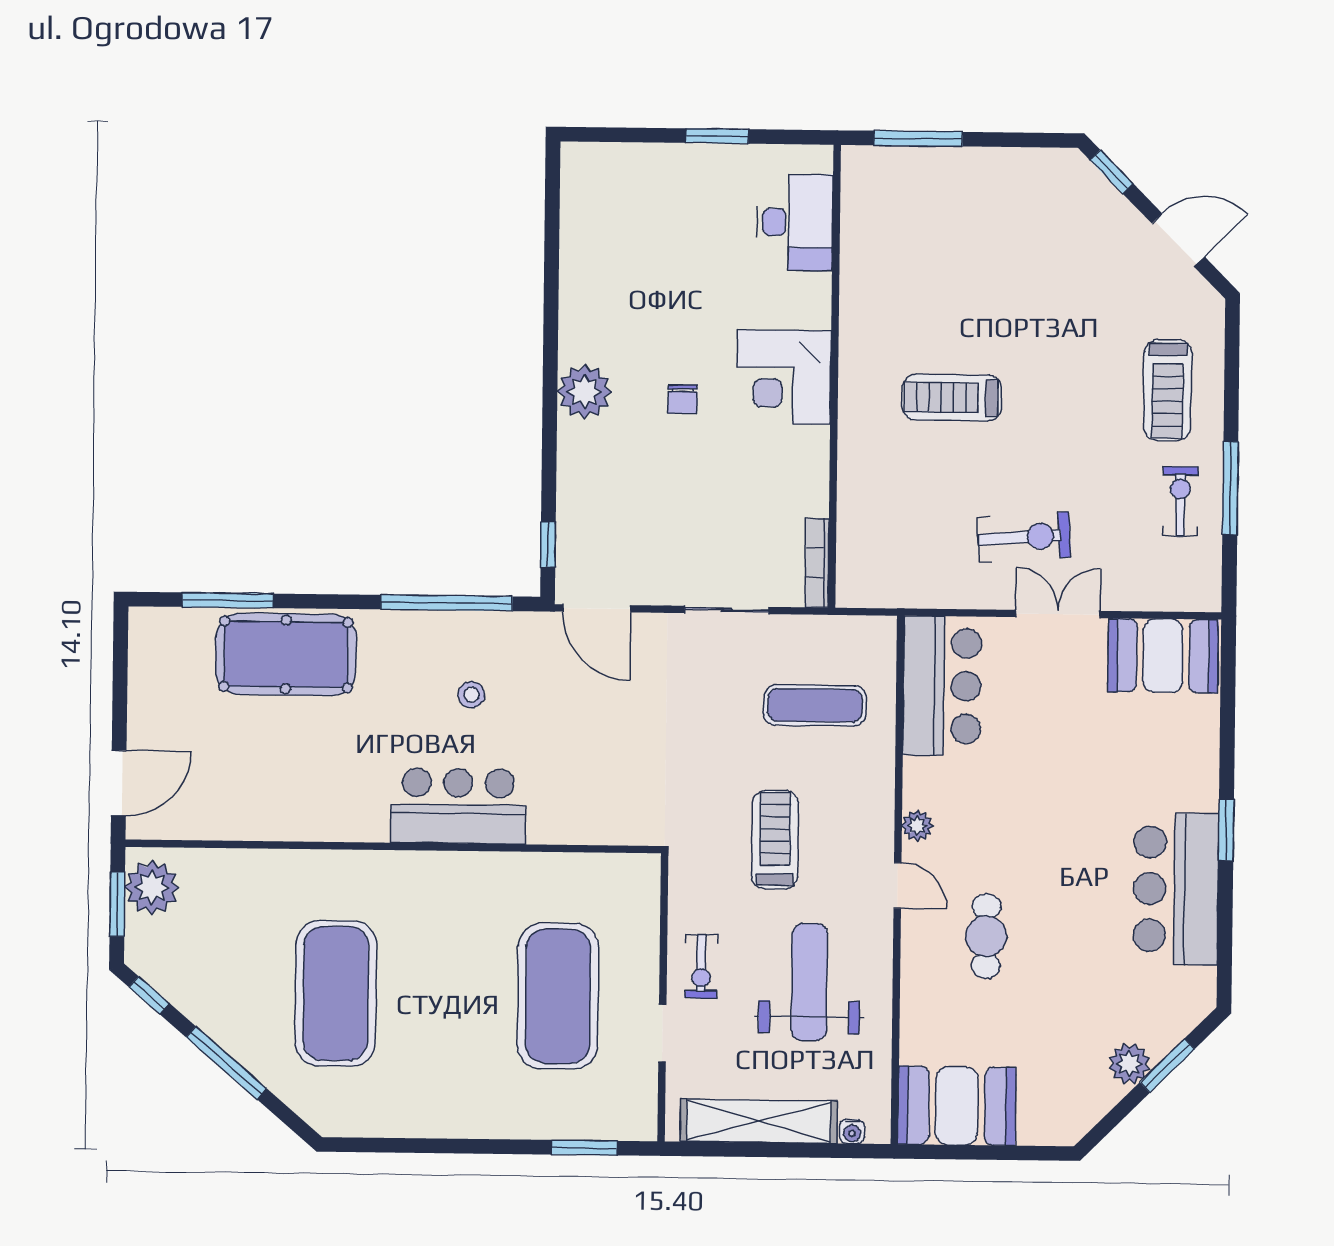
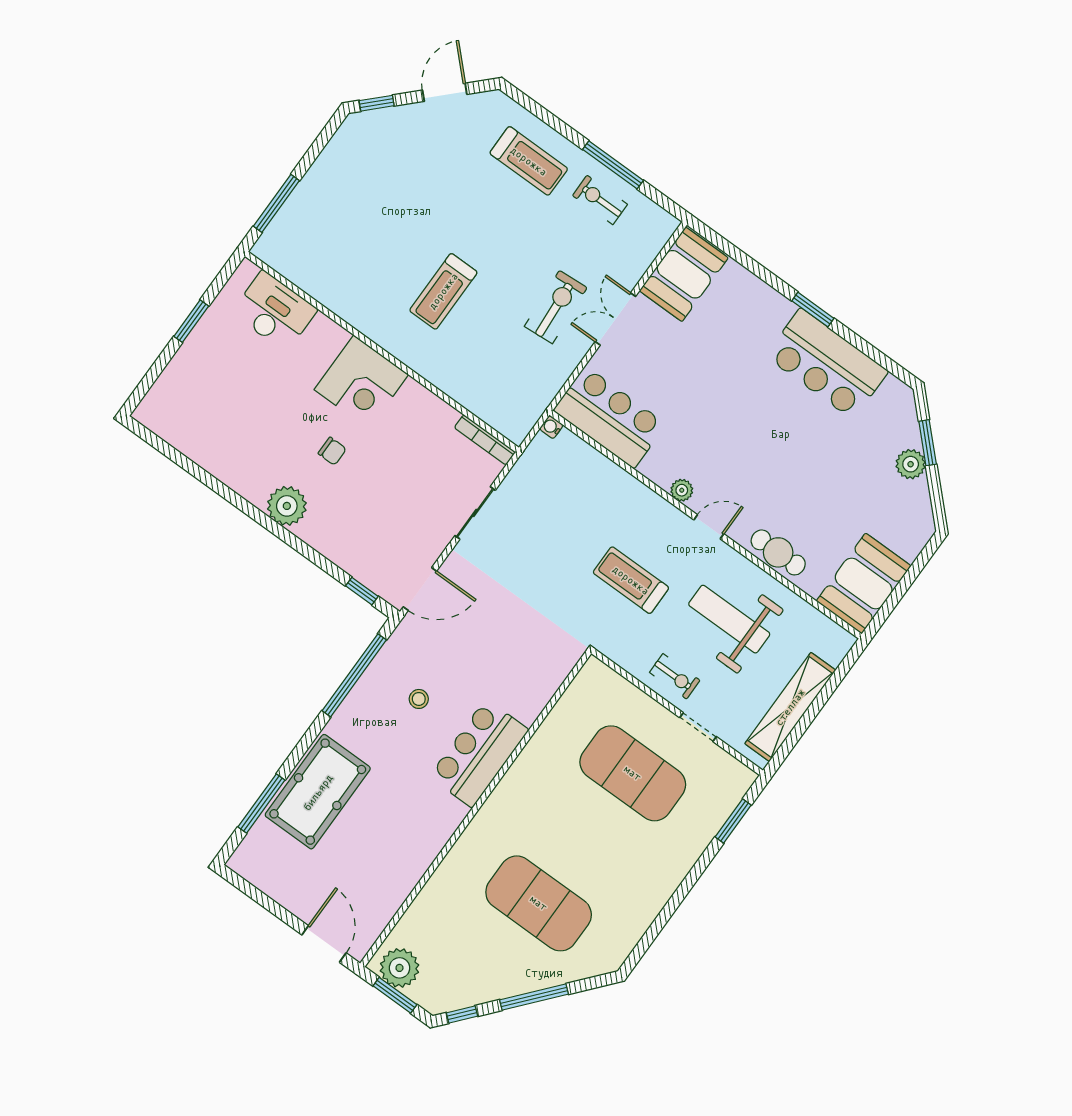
exercise mat: (815, 705) -> (568, 500), removed
cafe table: (986, 936) -> (778, 552), moved
water cooler: (852, 1131) -> (551, 427), moved, turned 180

